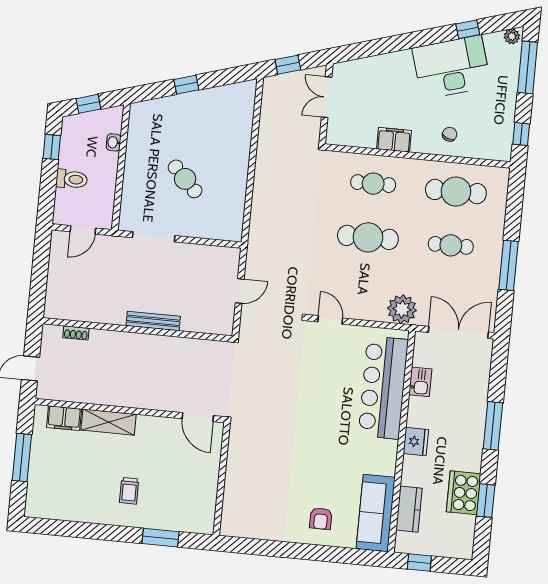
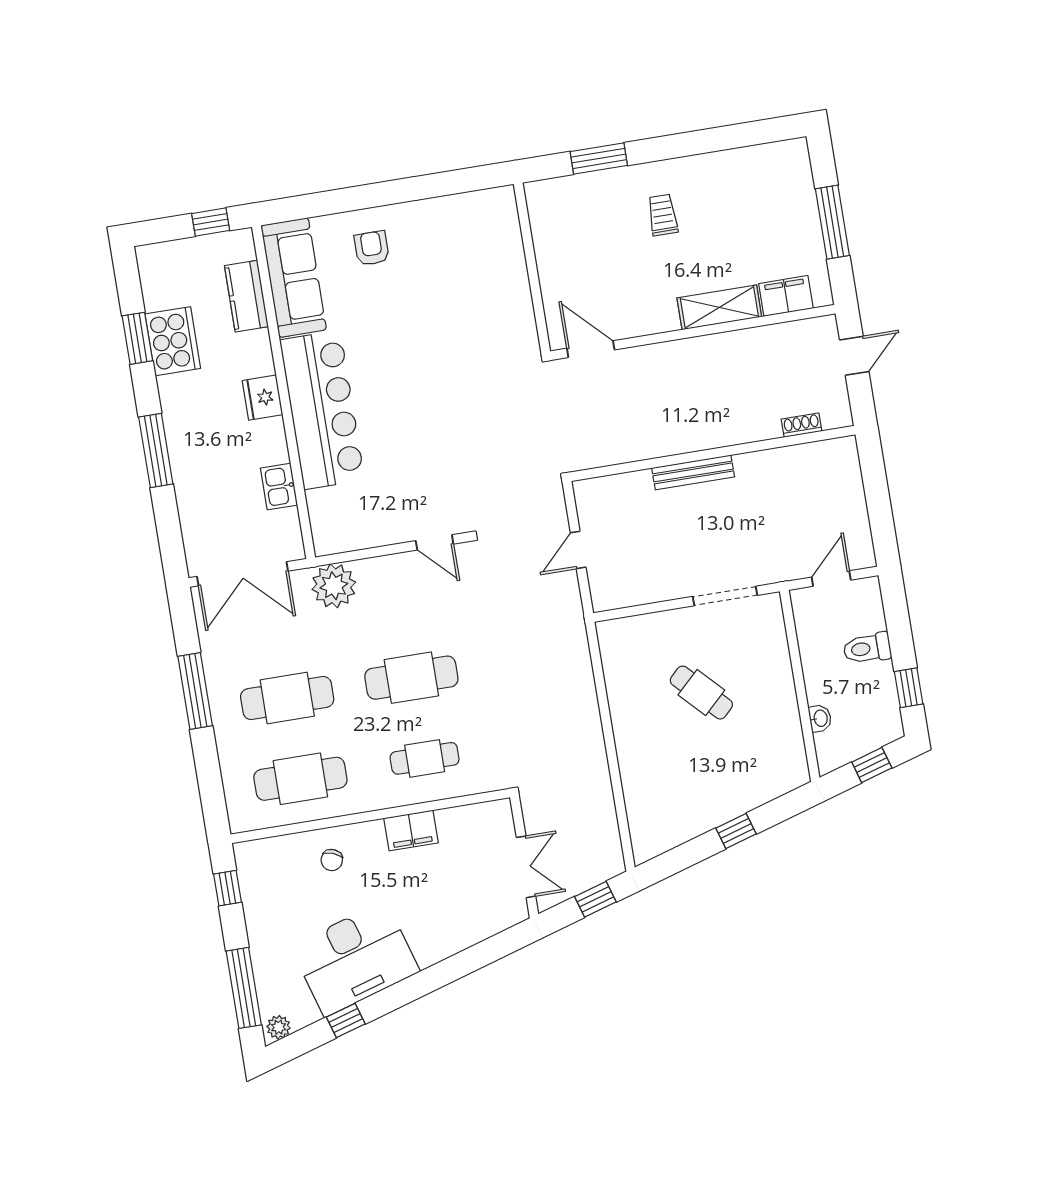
cafe table: (451, 245) -> (287, 698), width x1.37, depth x1.35
bar counter: (383, 388) -> (322, 410), moved

